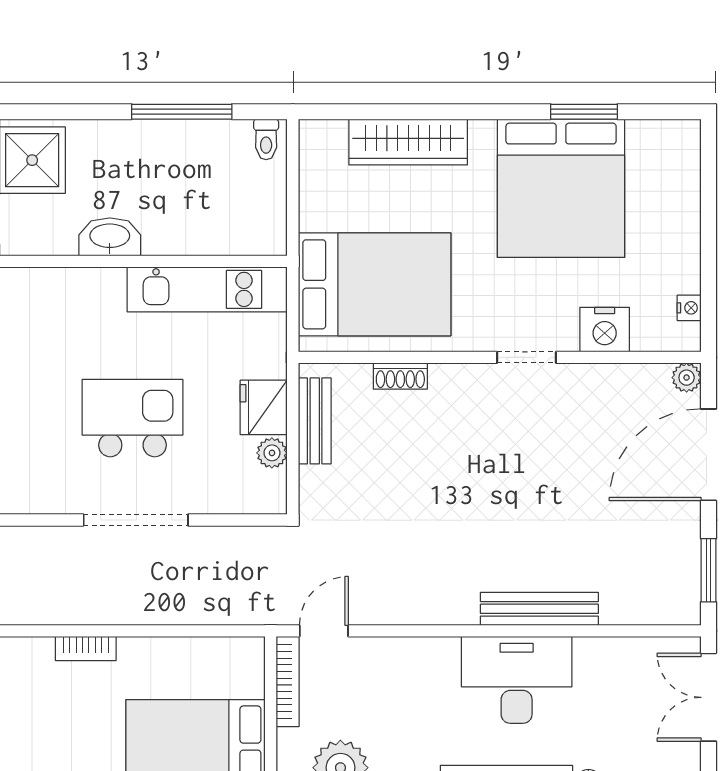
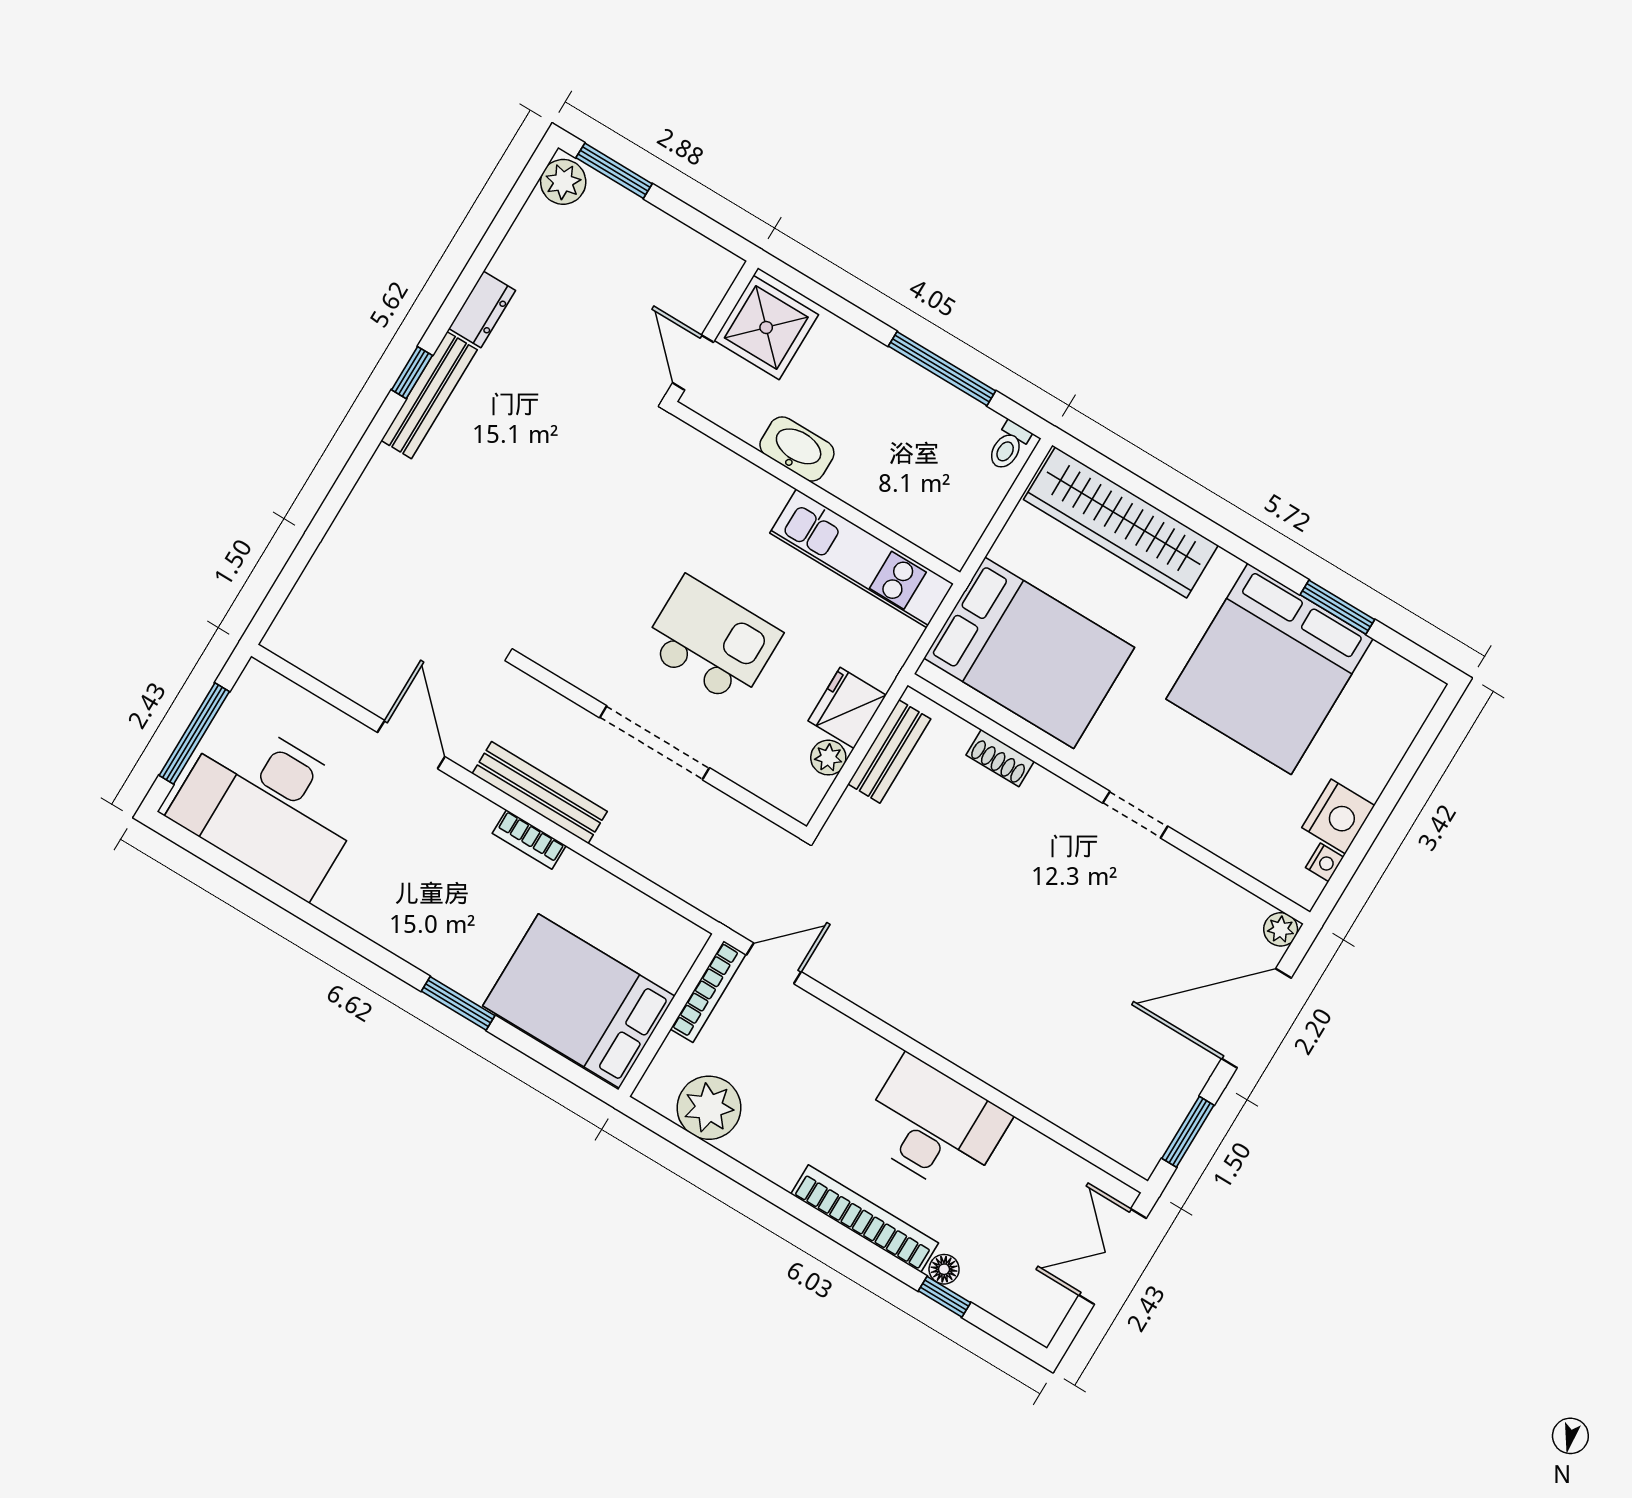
wardrobe: (408, 142) -> (1121, 522), width x1.40, depth x1.17
nightstand: (605, 330) -> (1338, 816), moved, turned -90
bench: (539, 609) -> (540, 793), moved

